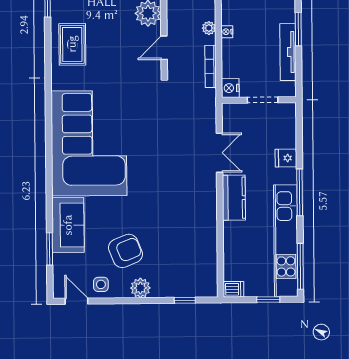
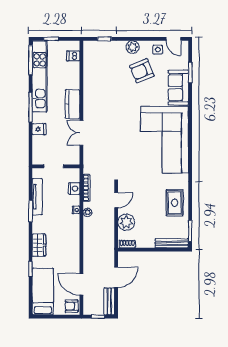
nightstand: (230, 88) -> (74, 189), moved
dishwasher: (233, 289) -> (73, 56), moved

